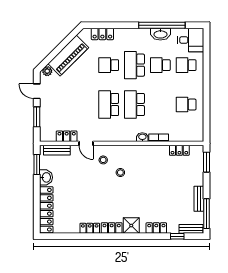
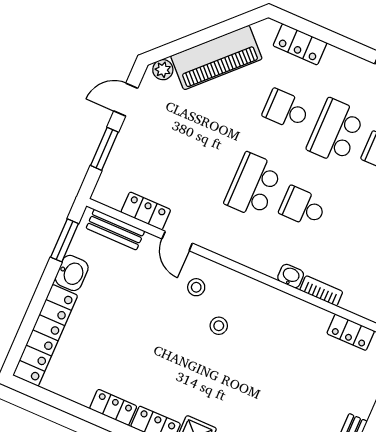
door: (37, 91) -> (126, 100), hinge flipped
school desk: (134, 105) -> (303, 207), width x0.54

